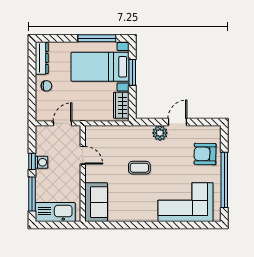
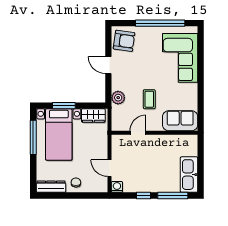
plant: (160, 133) -> (118, 98), moved
armchair: (205, 154) -> (124, 41), moved, turned -83
door: (83, 155) -> (138, 133), moved
washing machine: (42, 162) -> (117, 187), moved
wall: (83, 174) -> (154, 133), moved
sofa: (96, 202) -> (180, 121), moved

